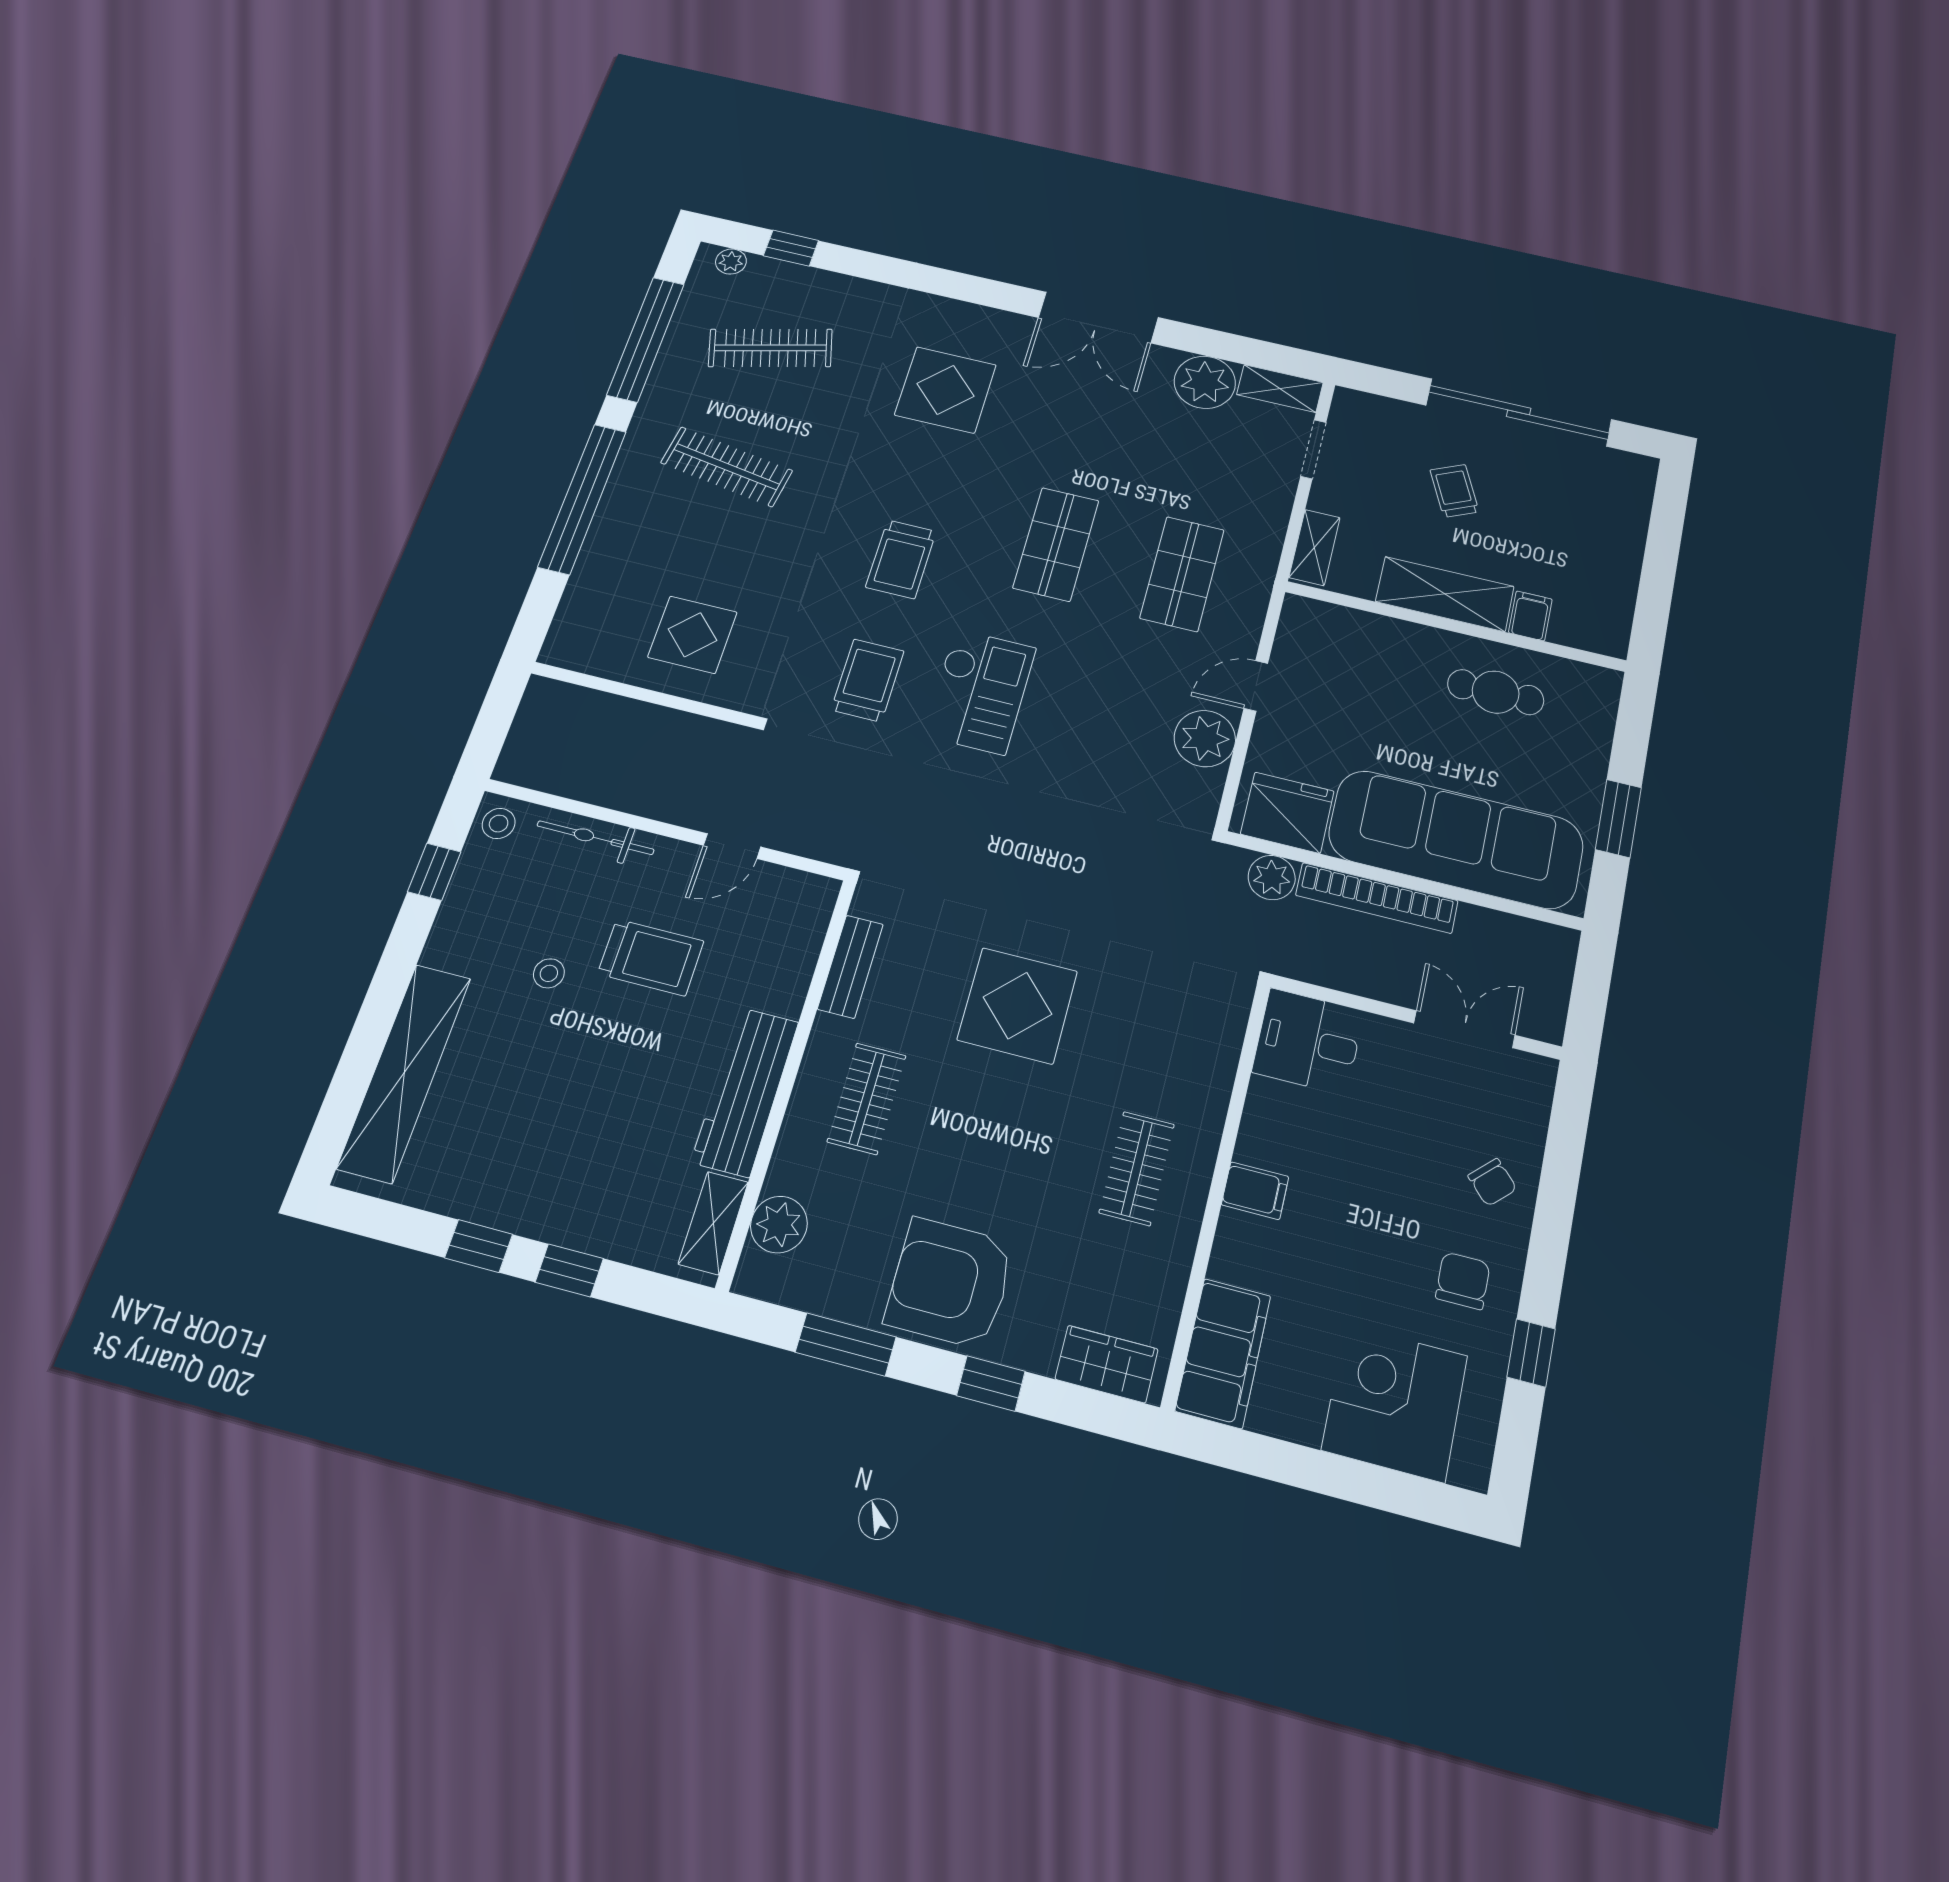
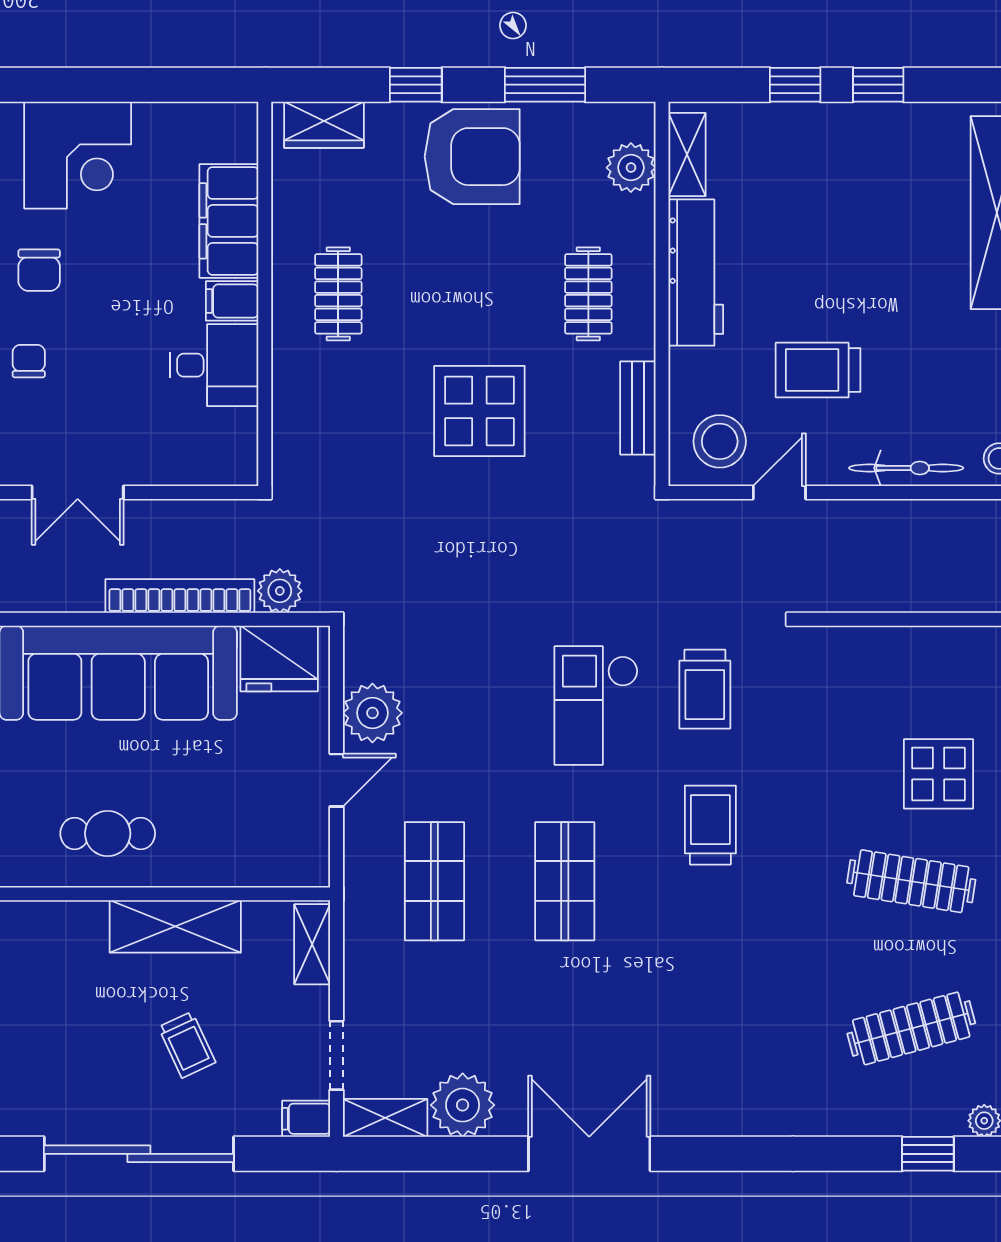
display table: (945, 390) -> (721, 1026), removed
filing cabinet: (1530, 616) -> (306, 1119), moved, turned 90
display table: (692, 635) -> (938, 774), moved
stool: (549, 973) -> (720, 441), moved, width x1.89, depth x1.89
desk: (1308, 1041) -> (214, 365), moved
chair: (1492, 1182) -> (29, 361), turned 44
filing cabinet: (1223, 1353) -> (229, 221), moved

